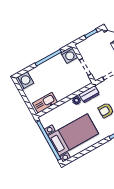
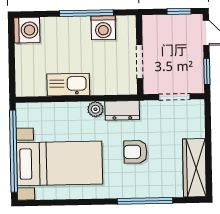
washing machine: (69, 55) -> (103, 28), moved
kitchen sink: (45, 103) -> (68, 85), moved

